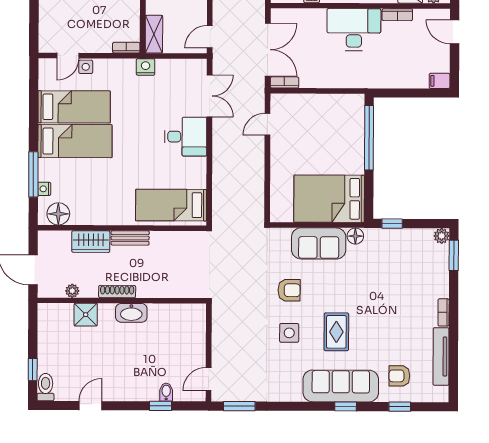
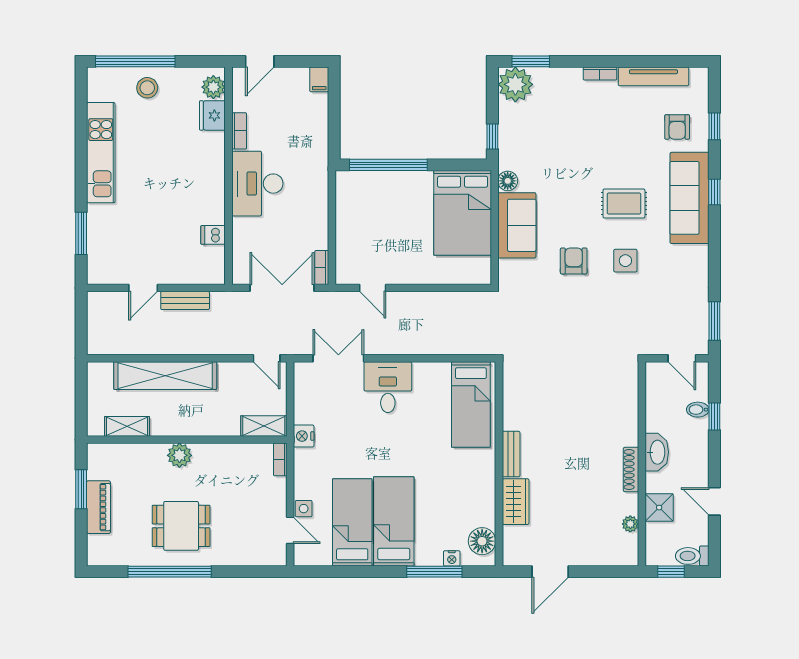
plant: (442, 236) -> (515, 84), width x1.88, depth x1.88
plant: (72, 291) -> (630, 524), moved
shoe rack: (117, 292) -> (631, 470), moved
wall: (122, 301) -> (642, 464), moved
washbasin: (131, 313) -> (657, 452), moved
shower: (86, 315) -> (659, 508), moved

